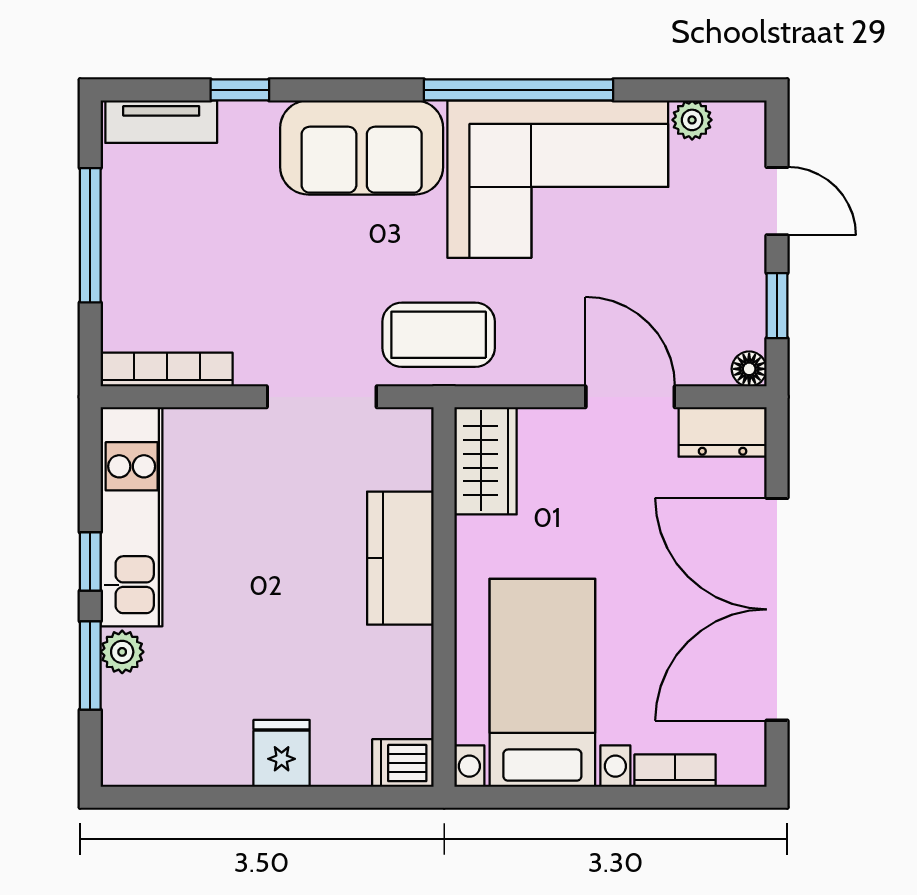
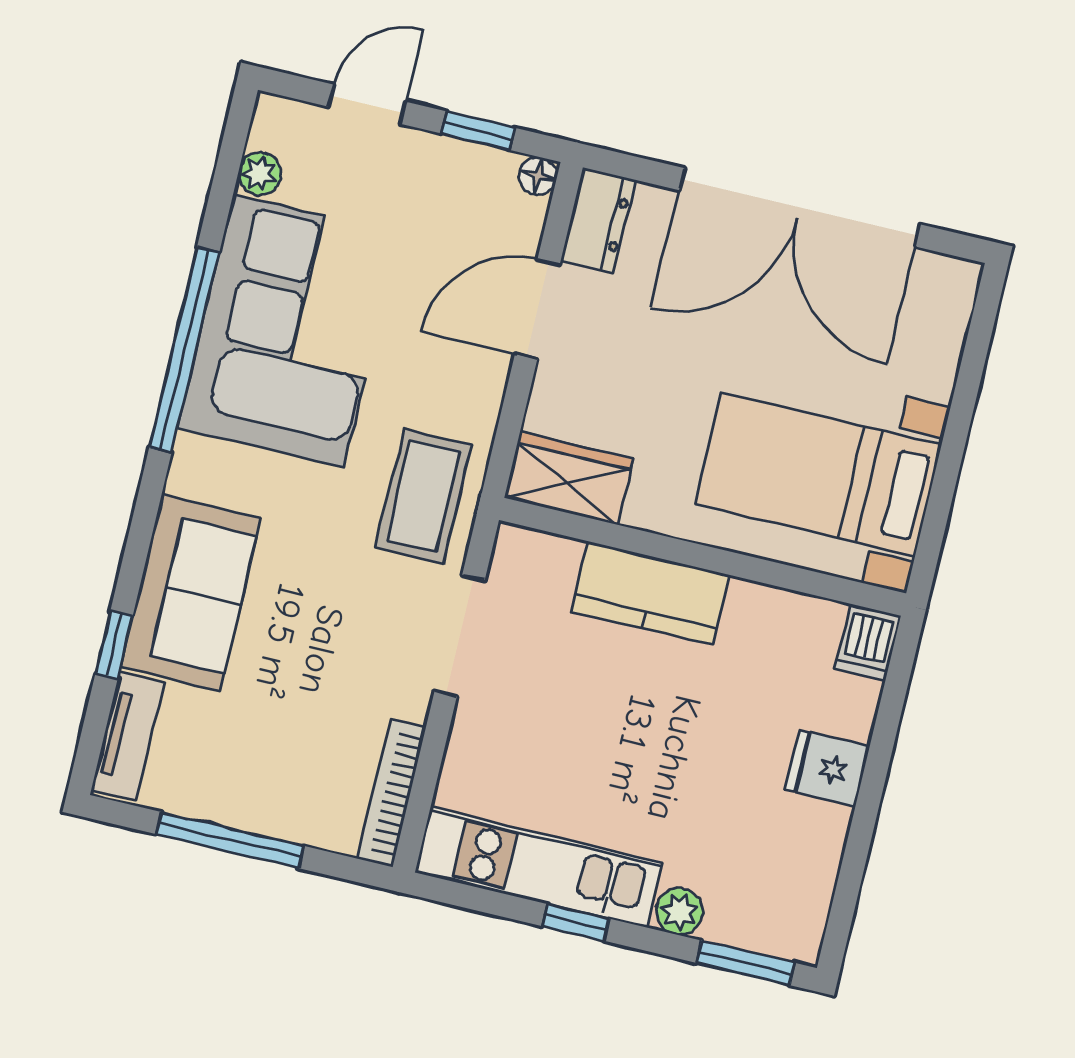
sofa: (362, 147) -> (191, 593), moved
window: (90, 666) -> (746, 963), moved
bookcase: (675, 771) -> (945, 356), removed

